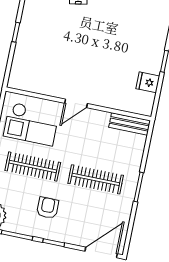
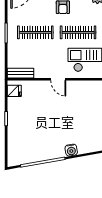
fridge: (148, 82) -> (14, 91), moved
door: (76, 103) -> (58, 79), swing flipped

